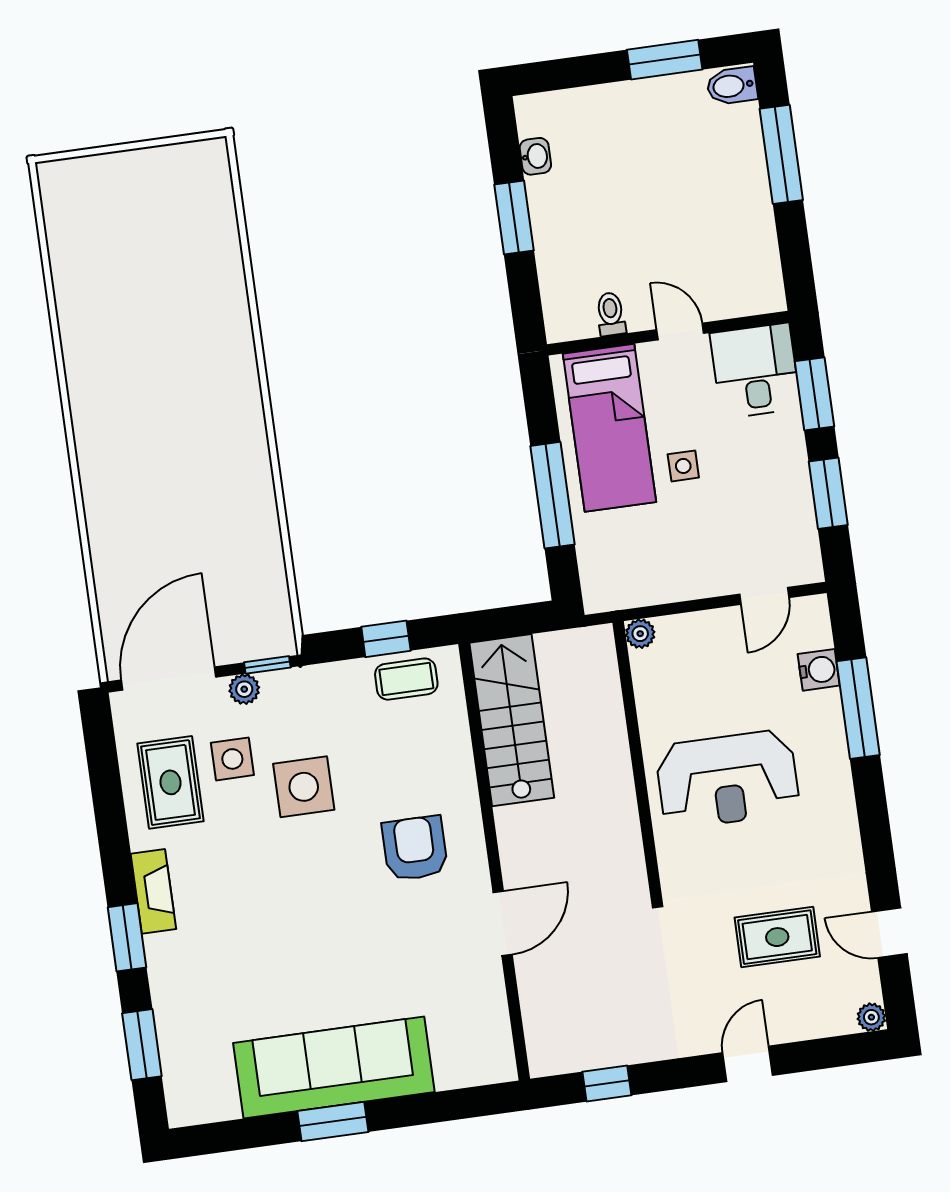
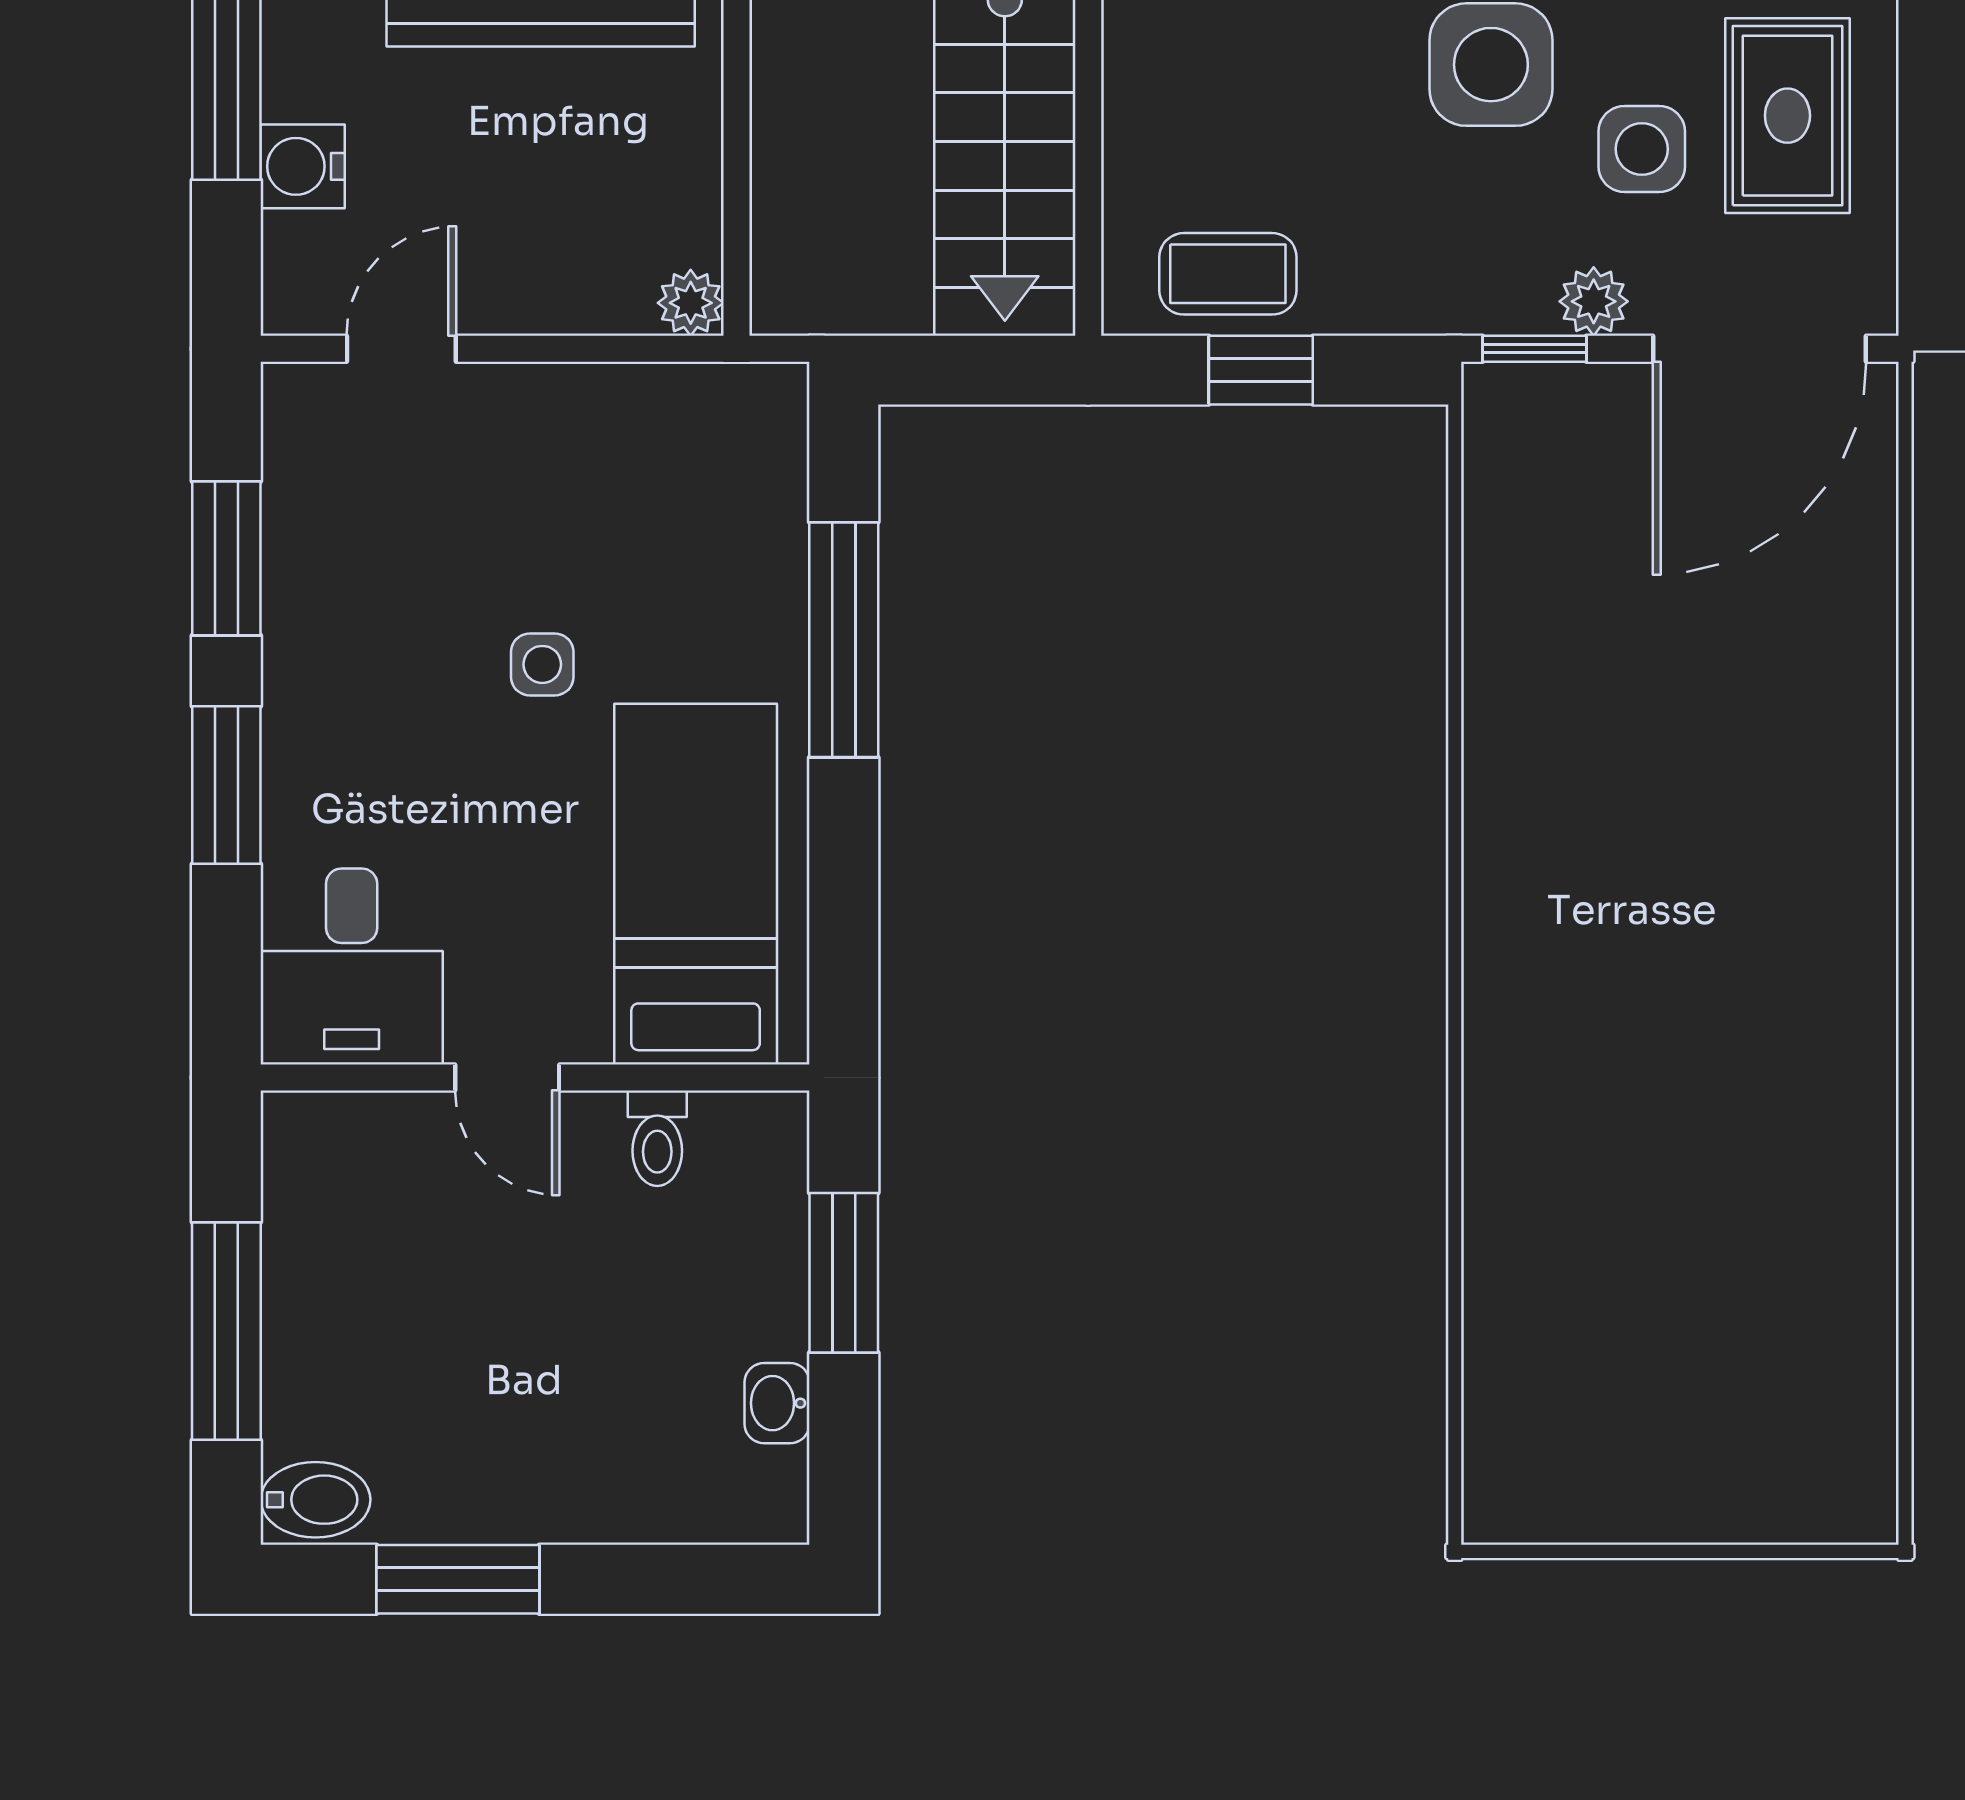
toilet: (611, 314) -> (657, 1138), moved
door: (680, 332) -> (507, 1078), moved
wall: (668, 333) -> (535, 1078), moved
desk: (755, 371) -> (352, 967), moved
bed: (609, 428) -> (696, 884), moved

